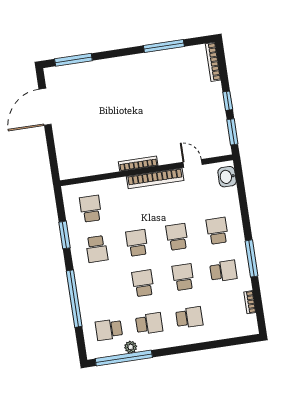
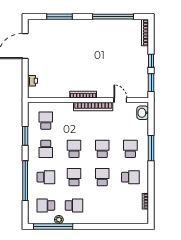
window: (164, 46) -> (113, 17), width x1.46
window: (73, 60) -> (60, 17), moved
printer: (63, 155) -> (32, 81), added
window: (252, 258) -> (151, 148), moved
school desk: (189, 317) -> (46, 177), moved

